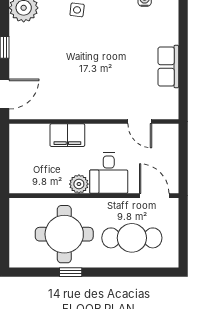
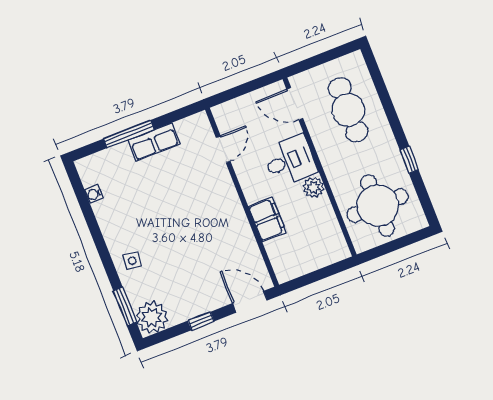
window: (183, 48) -> (129, 134), added
door: (154, 196) -> (295, 104), hinge flipped
round table: (64, 234) -> (378, 206), moved

